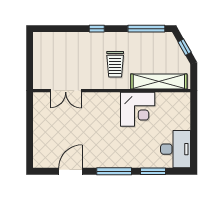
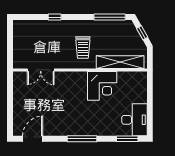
window: (97, 29) -> (55, 17), moved
door: (70, 171) -> (33, 139), moved
window: (153, 171) -> (127, 139), moved

